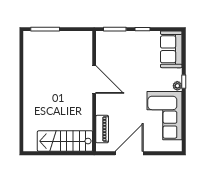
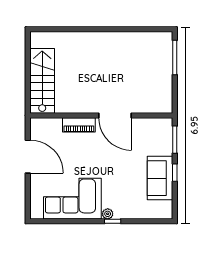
sofa: (171, 49) -> (160, 178), moved, turned -90
door: (94, 80) -> (115, 115), hinge flipped
piano: (102, 129) -> (79, 125), moved

